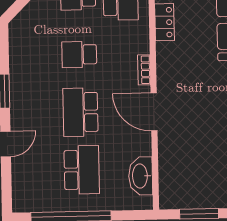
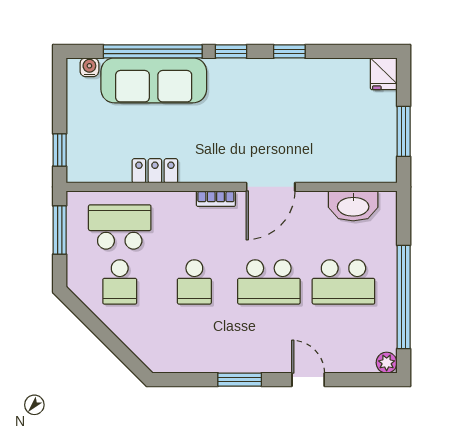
school desk: (82, 170) -> (343, 282), turned 180
plant: (20, 204) -> (387, 363), added

